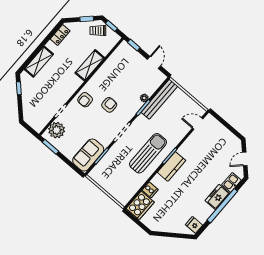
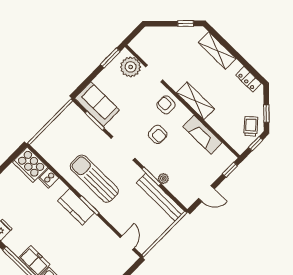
shelving: (90, 65) -> (195, 101), moved
fireplace: (107, 69) -> (203, 135), added
sun lounger: (148, 153) -> (94, 179), turned 180

